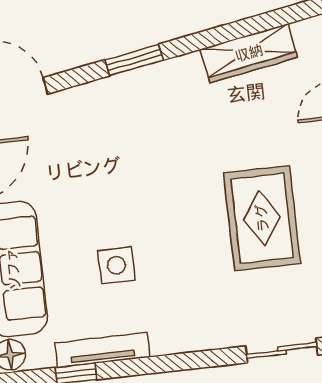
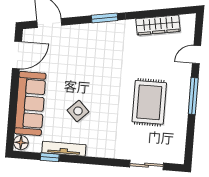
side table: (116, 265) -> (78, 111), turned 45

